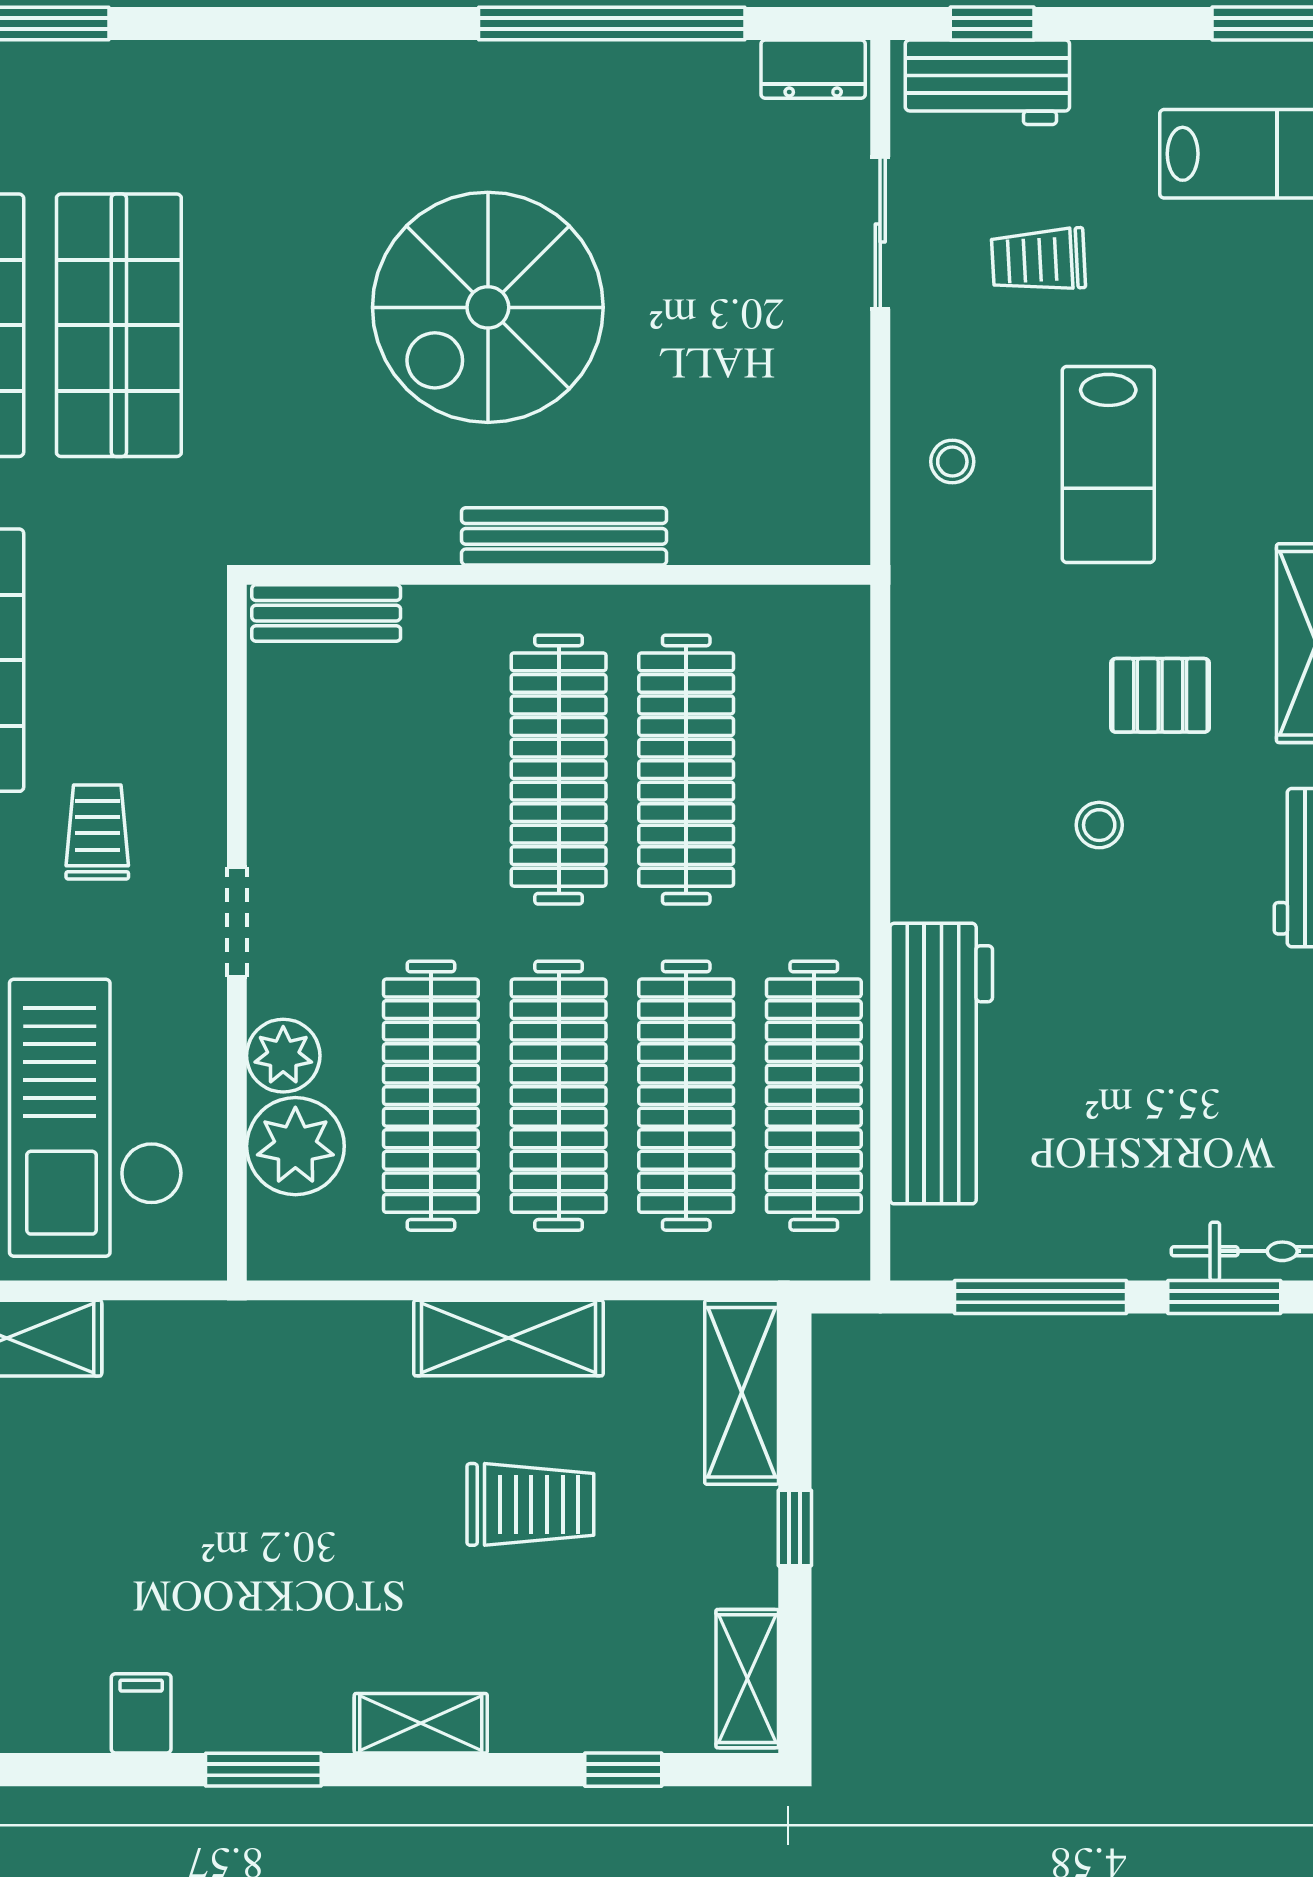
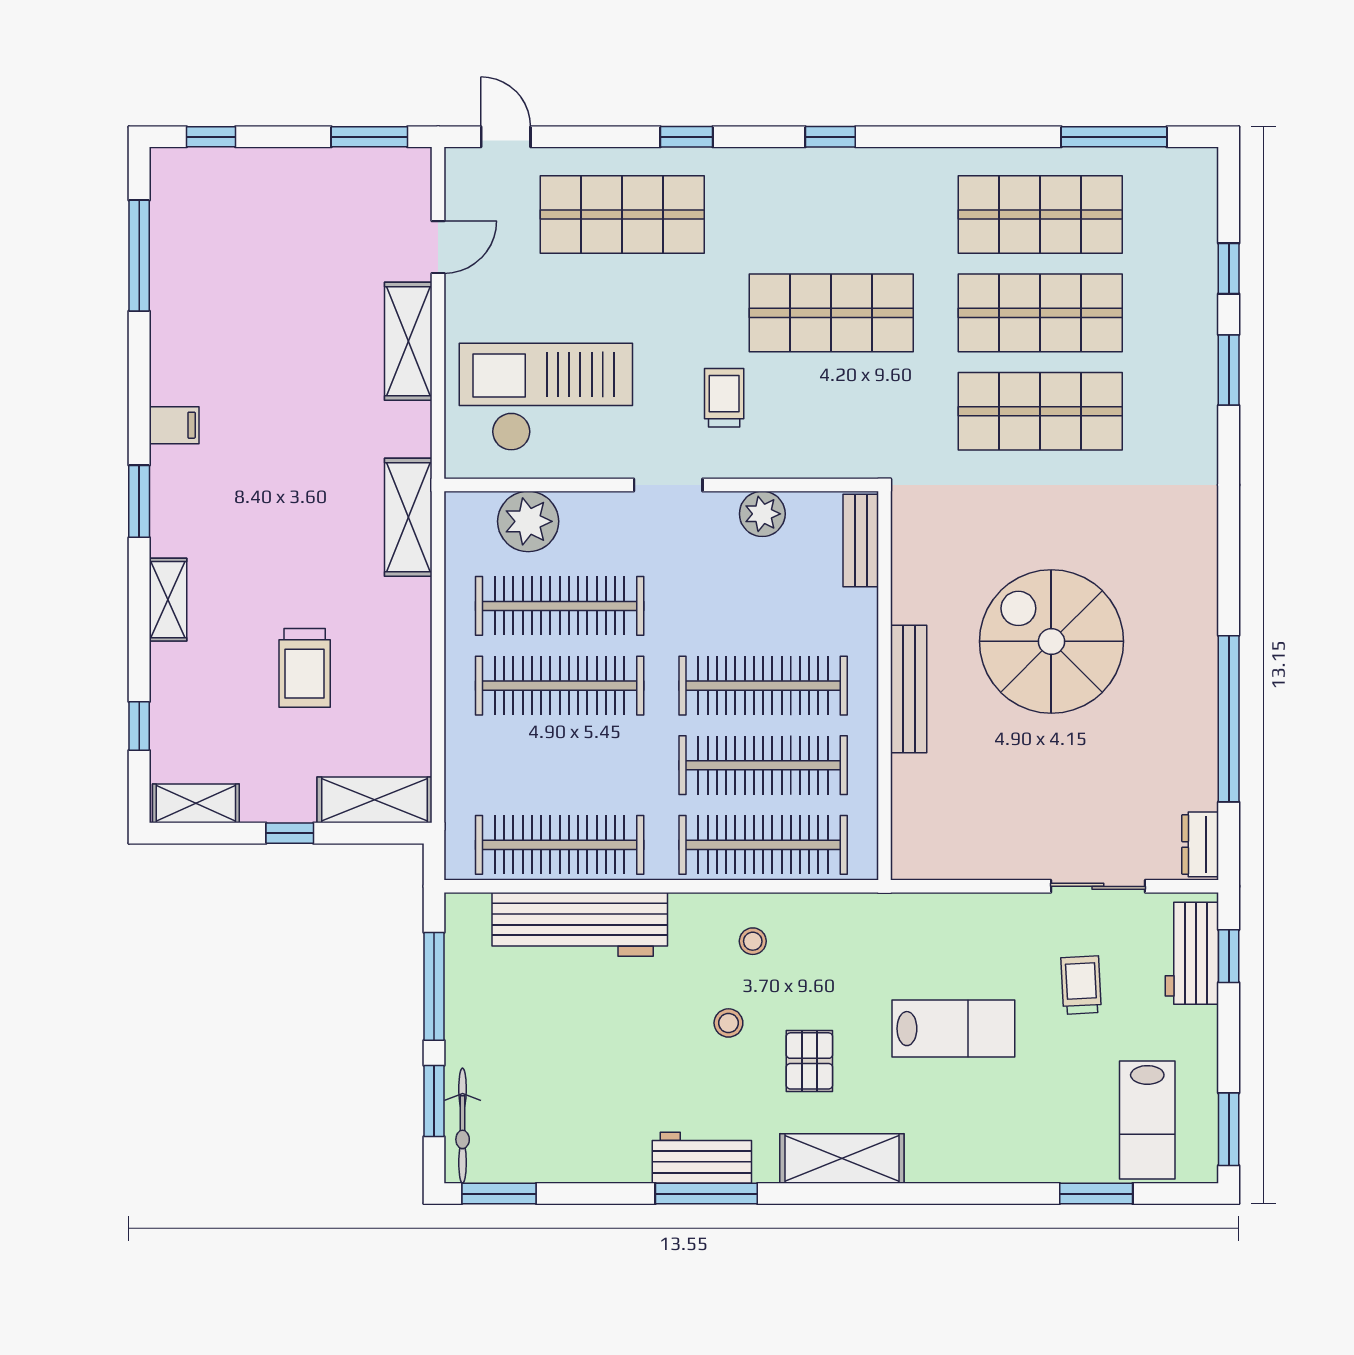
stool: (952, 462) -> (753, 941), moved
lab bench: (1108, 464) -> (953, 1029), turned 180
trolley: (97, 832) -> (724, 398), turned -90
plant: (283, 1056) -> (762, 514), moved
clothes rail: (686, 1096) -> (763, 845), moved
shelving: (508, 1338) -> (408, 517), moved

